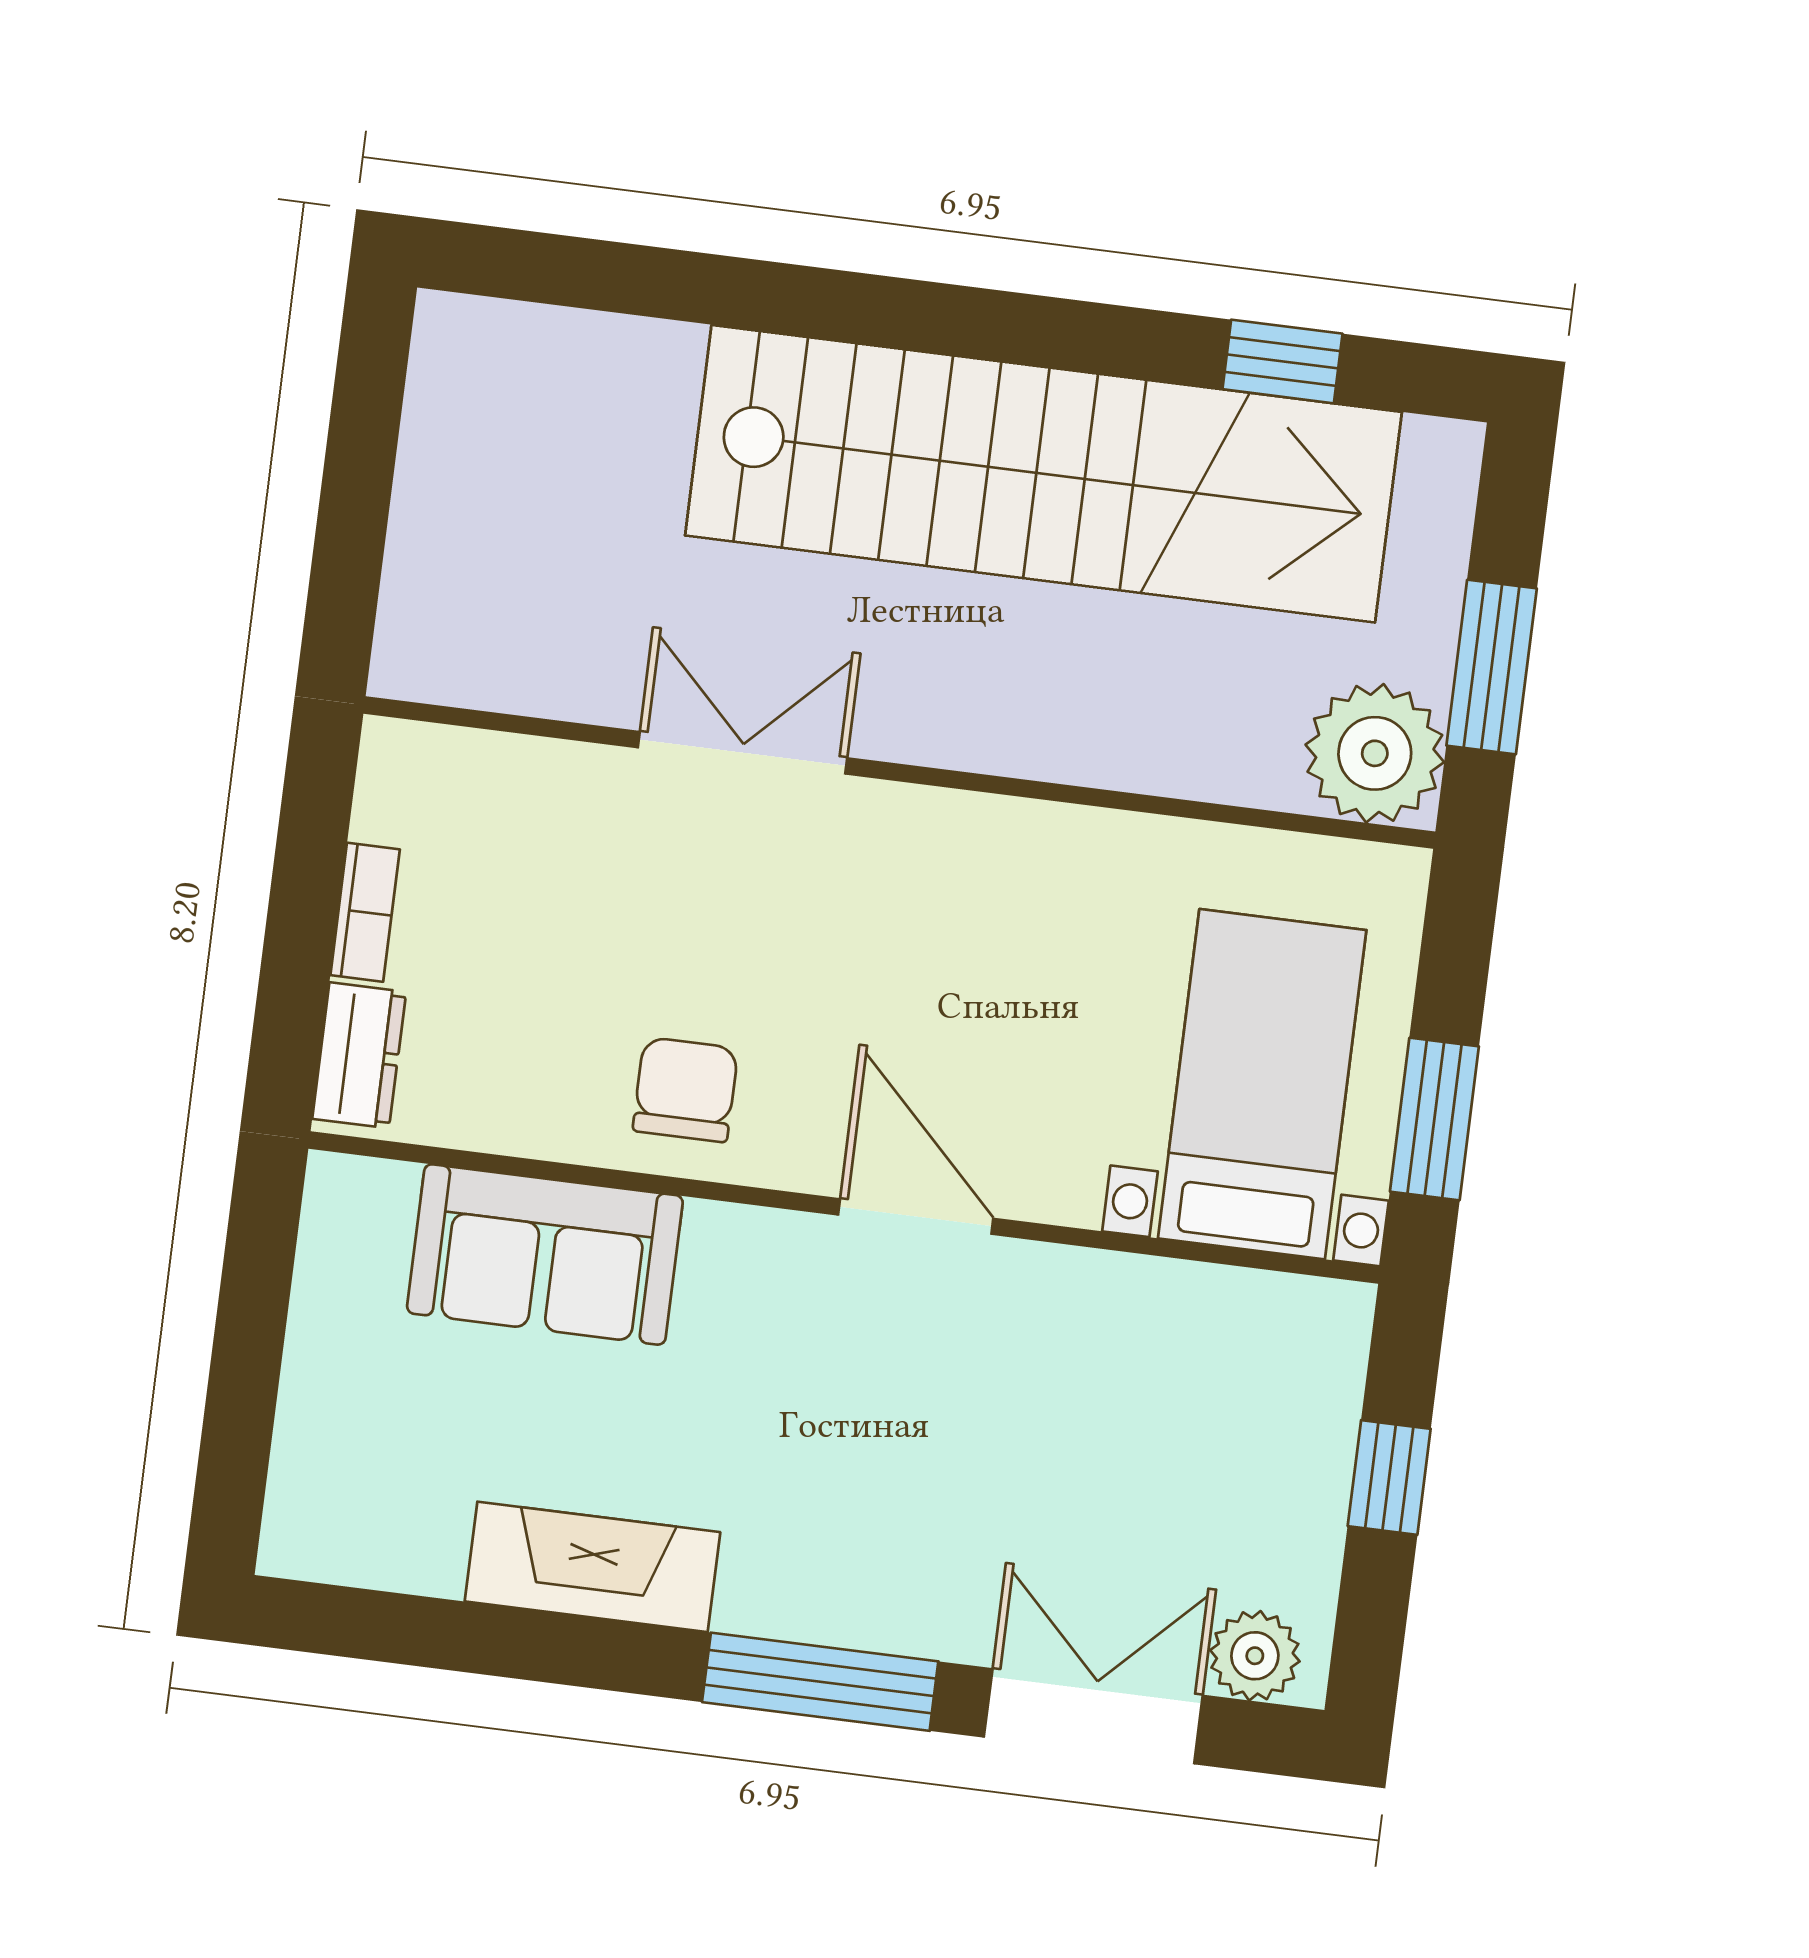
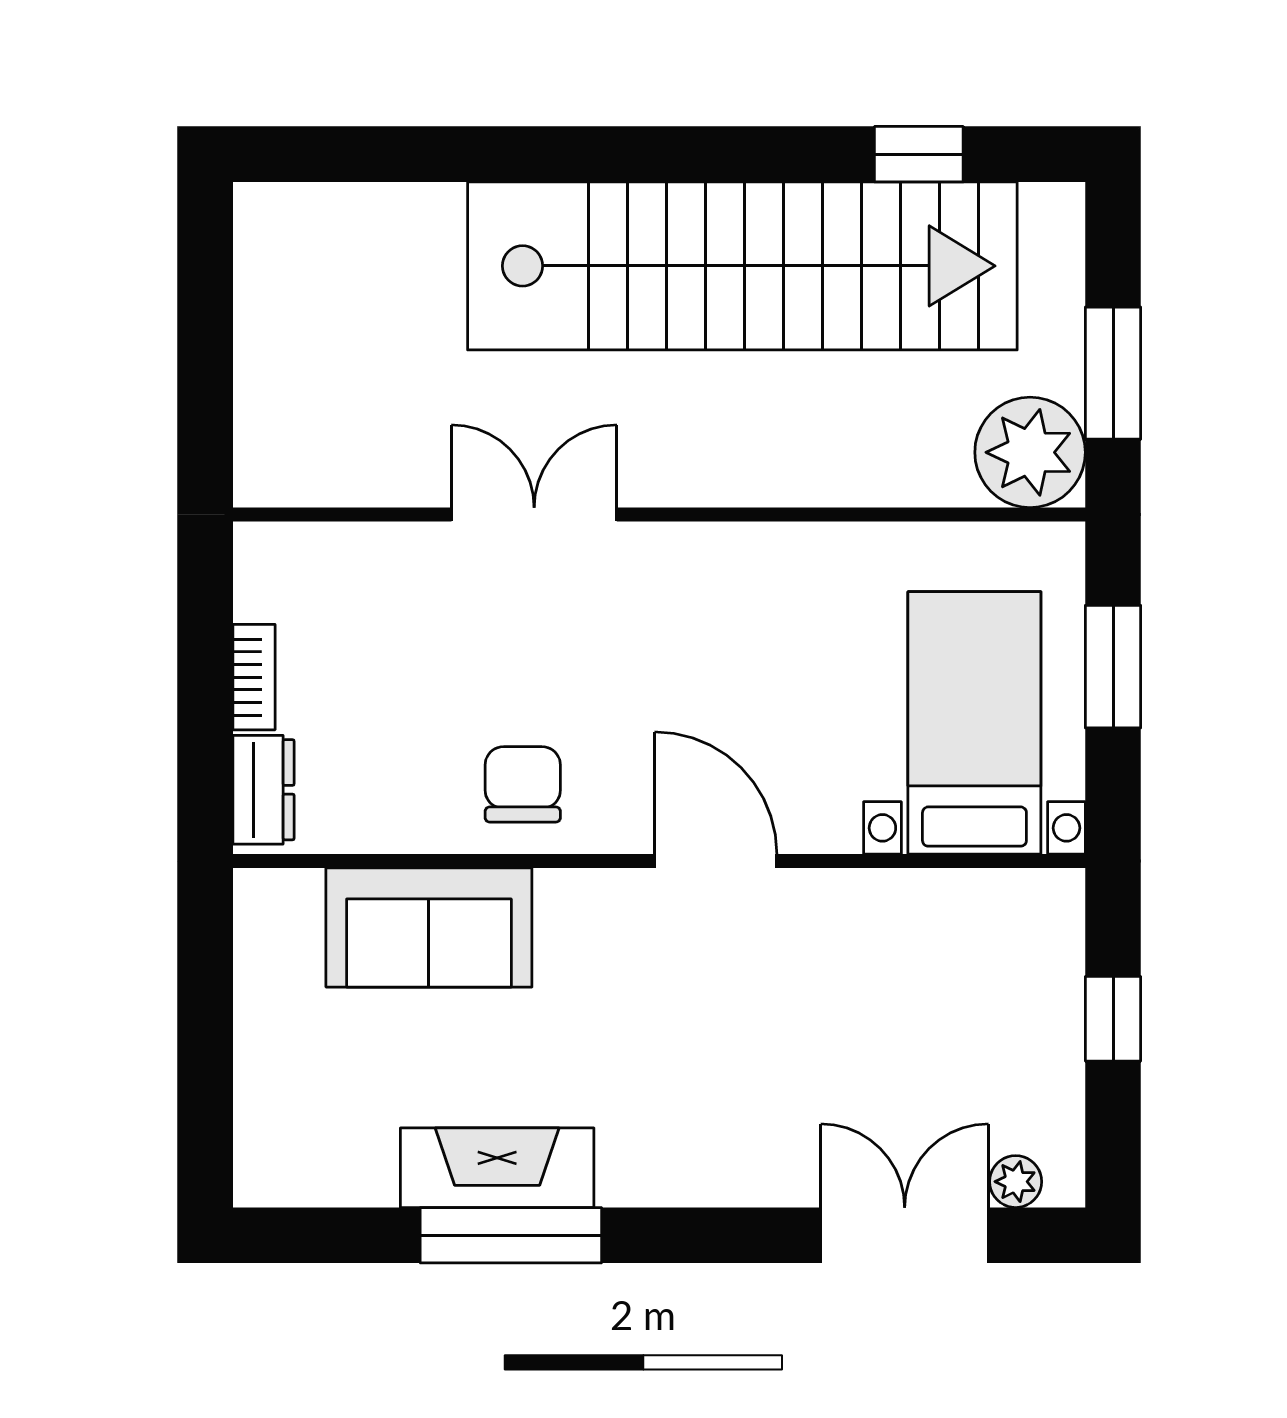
window: (1434, 1119) -> (1113, 667), moved
plant: (1255, 1656) -> (1016, 1182), width x0.73, depth x0.73
window: (820, 1682) -> (511, 1235), moved

